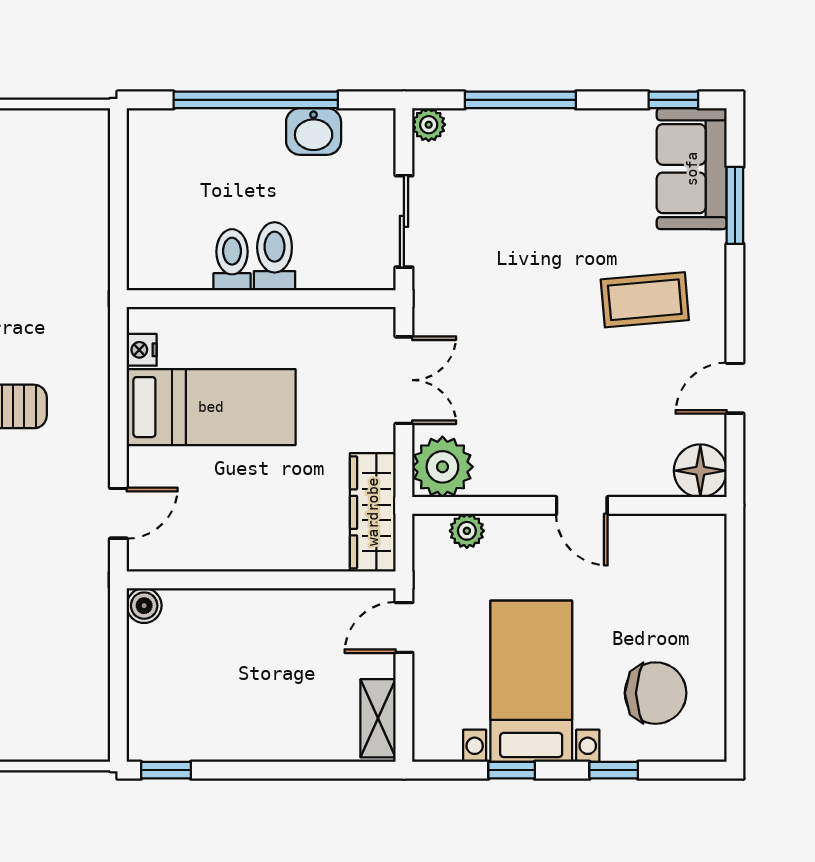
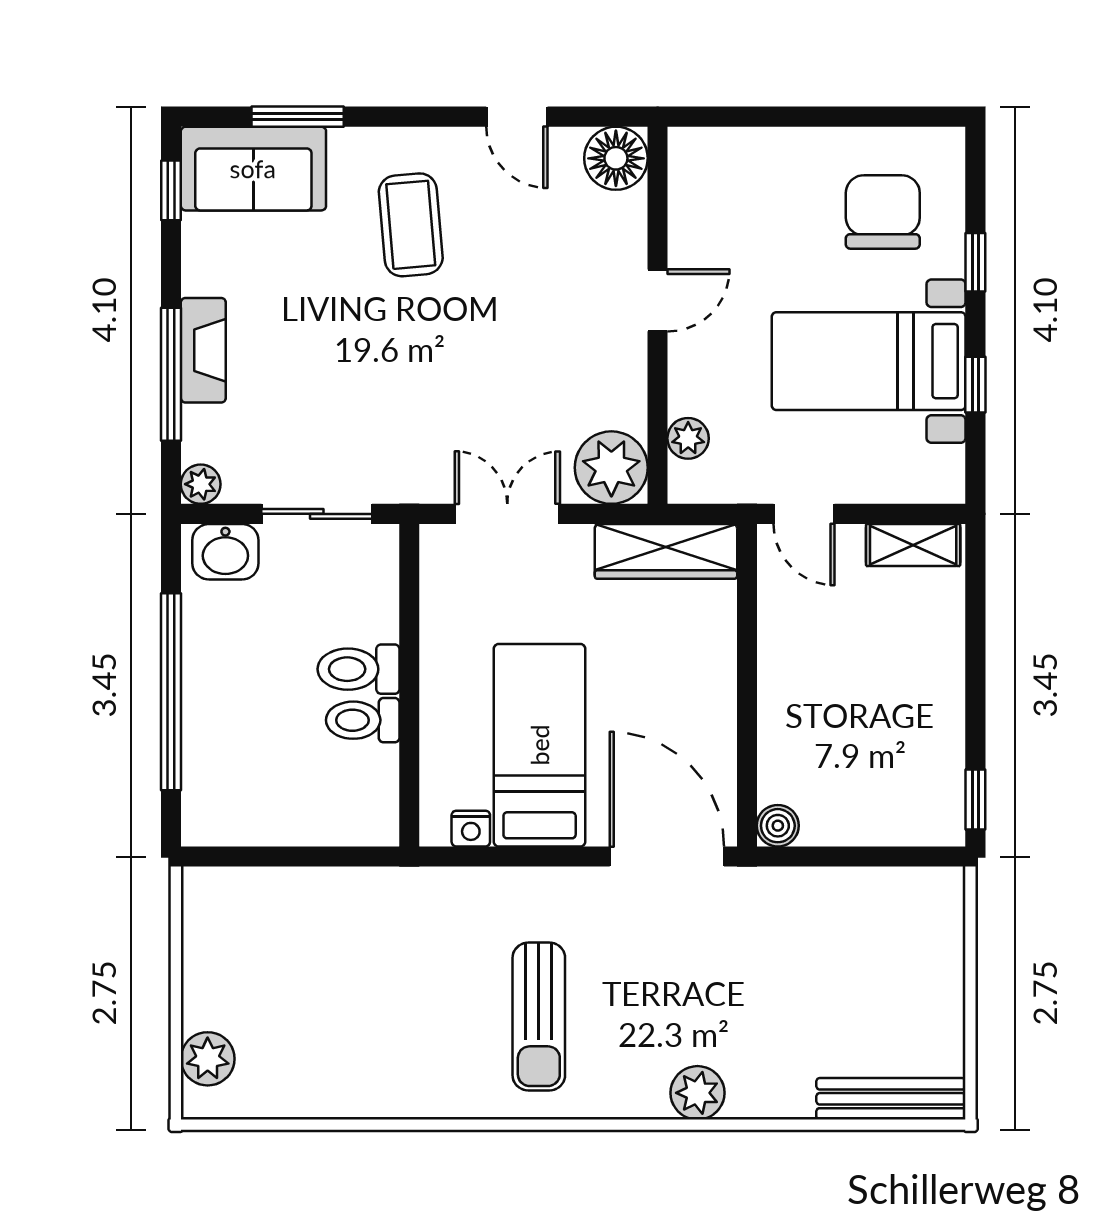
fireplace: (540, 127) -> (203, 350), added
washbasin: (314, 131) -> (225, 552), moved, turned 90
door: (118, 513) -> (667, 857), width x1.88

